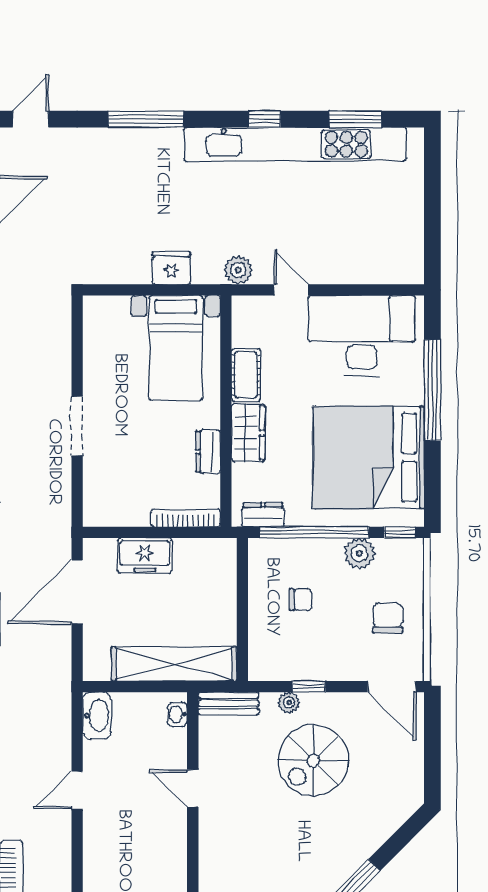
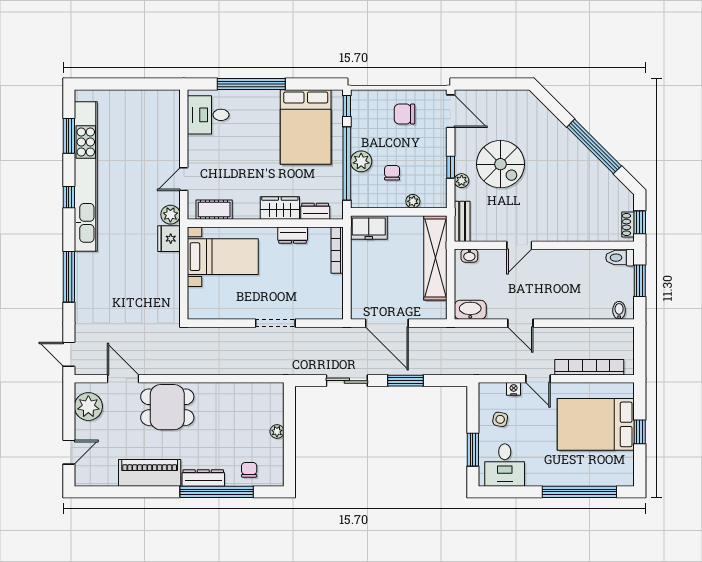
fridge: (171, 268) -> (169, 239), moved
desk: (362, 335) -> (208, 115), width x0.53, depth x0.77
cot: (246, 375) -> (214, 210), moved
bed: (368, 457) -> (306, 127), width x0.73
dresser: (263, 515) -> (315, 211), moved, turned 90
plant: (359, 554) -> (361, 161), moved
freezer: (145, 555) -> (369, 227), moved, turned 90
plant: (258, 630) -> (413, 201), added
door: (392, 687) -> (451, 111), hinge flipped

